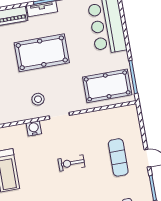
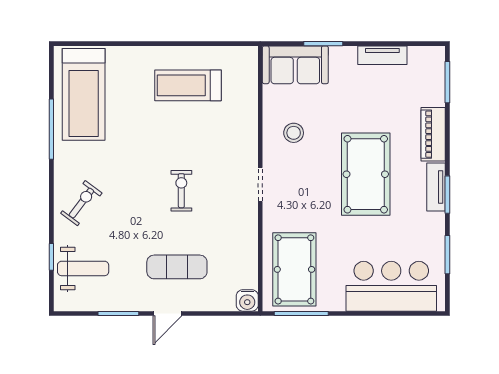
stool: (38, 99) -> (294, 133), moved
water cooler: (34, 128) -> (247, 300), moved, turned 90

